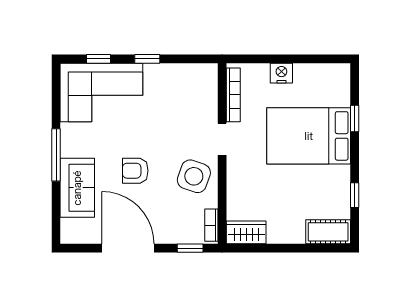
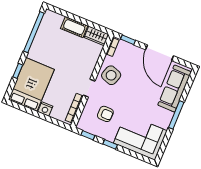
window: (98, 59) -> (88, 135), moved
bed: (309, 136) -> (31, 84), moved, turned -90
armchair: (135, 171) -> (105, 114), moved
sofa: (77, 188) -> (175, 88), width x1.36
window: (355, 195) -> (34, 32), width x3.17
cot: (328, 232) -> (74, 27), moved

